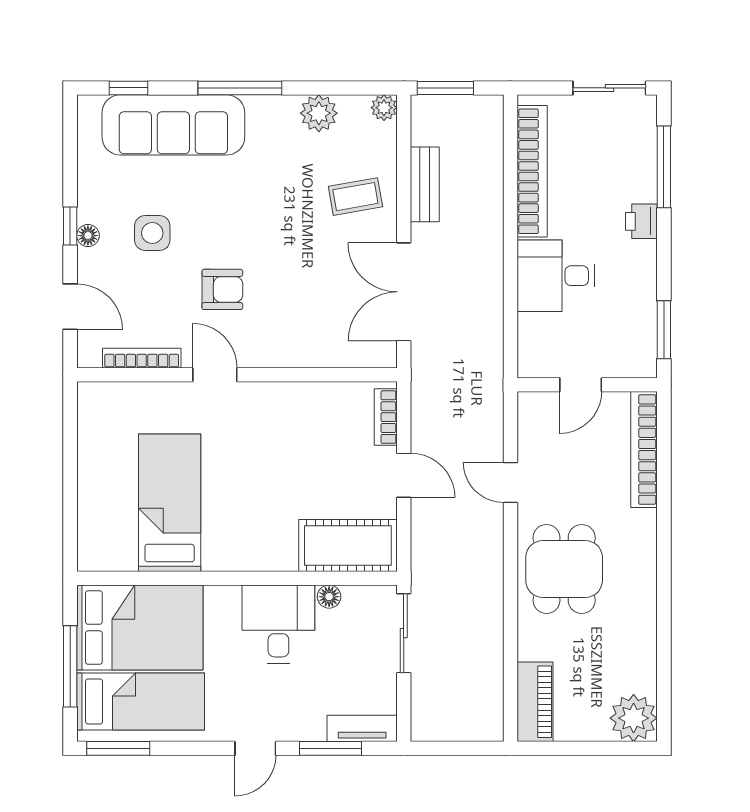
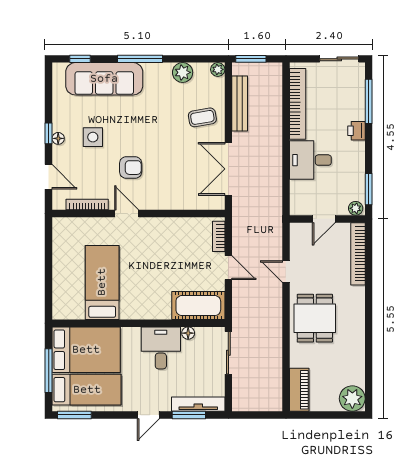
bench: (425, 184) -> (240, 103), width x1.36
plant: (640, 365) -> (356, 208), added
tv unit: (362, 728) -> (198, 404), width x1.41

